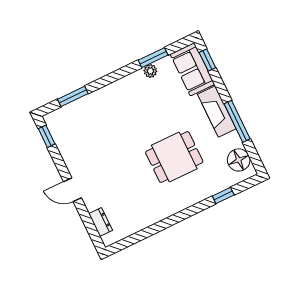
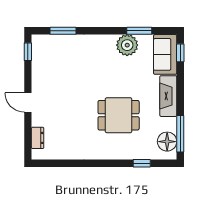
plant: (150, 71) -> (127, 45), width x1.88, depth x1.88
window: (237, 121) -> (180, 134), moved

